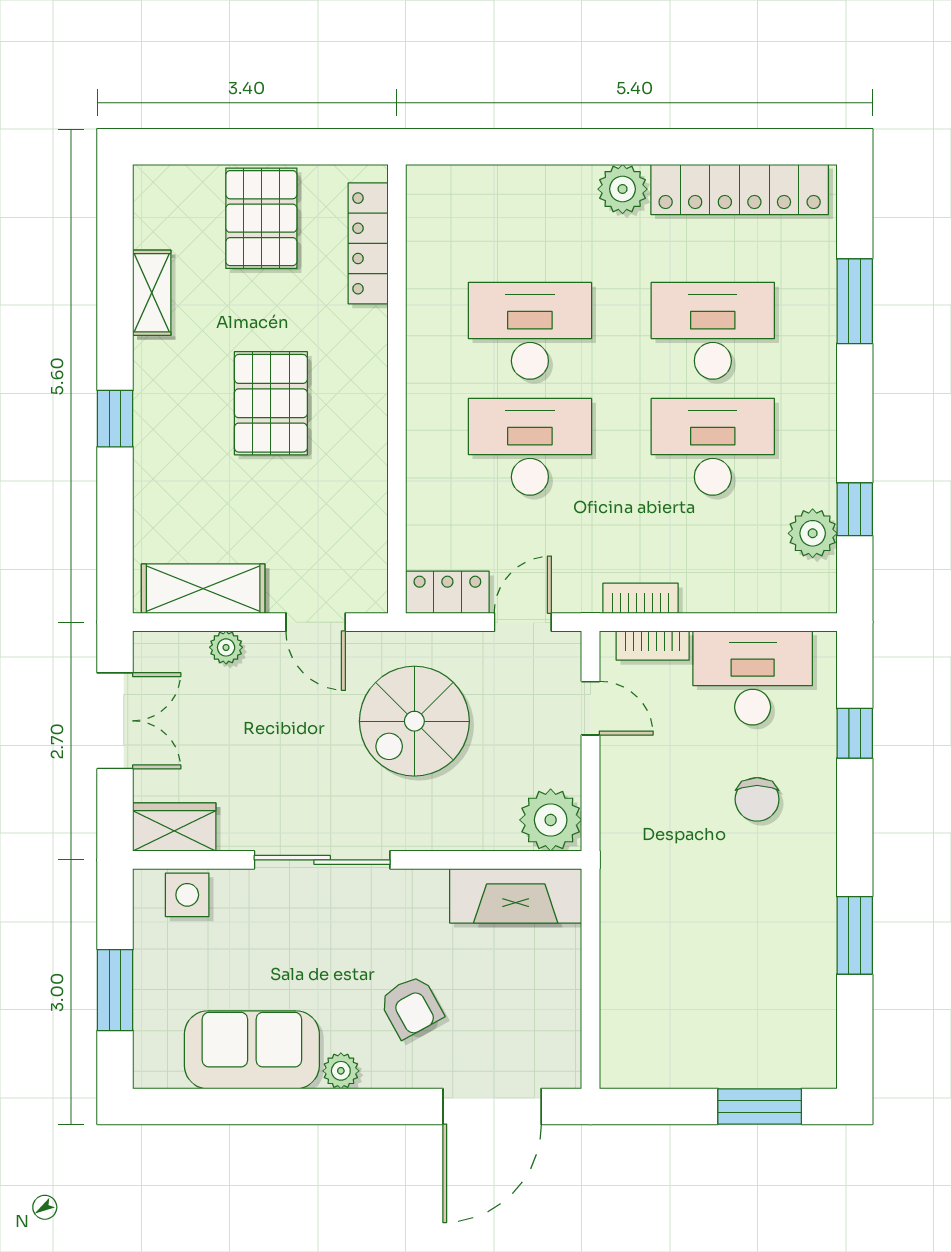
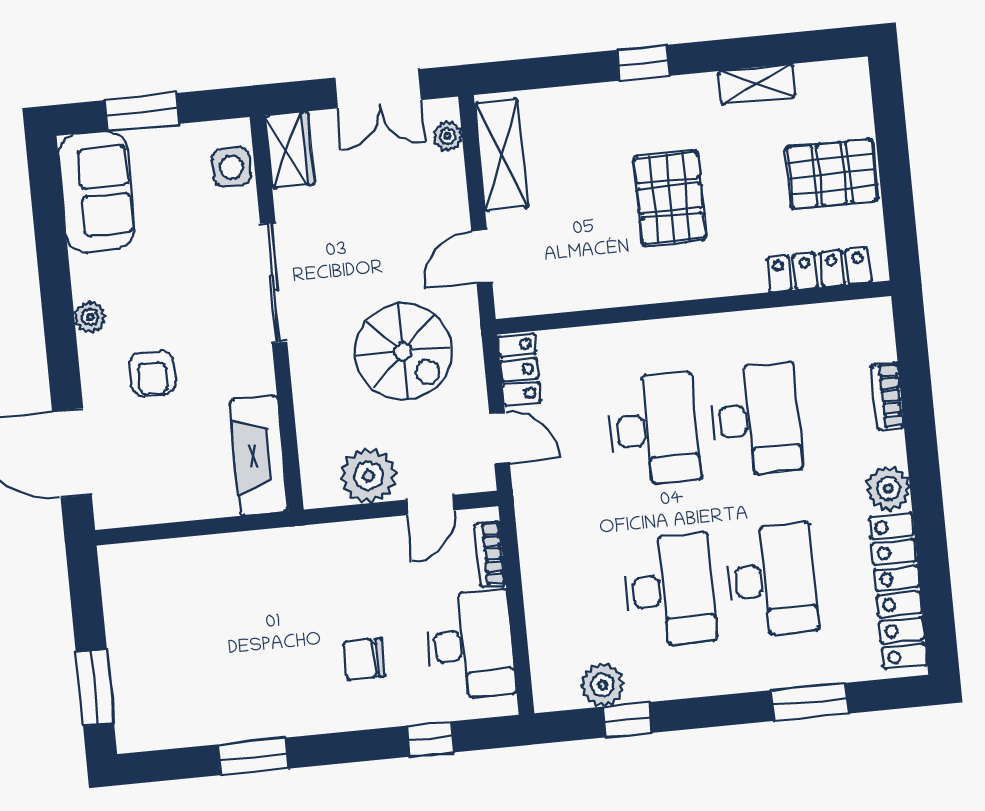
pallet: (271, 403) -> (670, 198), turned 90
bookcase: (641, 598) -> (888, 396), moved, turned 180
plant: (226, 647) -> (447, 136), moved
spiral stairs: (414, 721) -> (403, 352), turned 180
plant: (551, 820) -> (369, 476), moved
armchair: (411, 1007) -> (152, 373), turned -61
sofa: (252, 1050) -> (96, 192), moved

